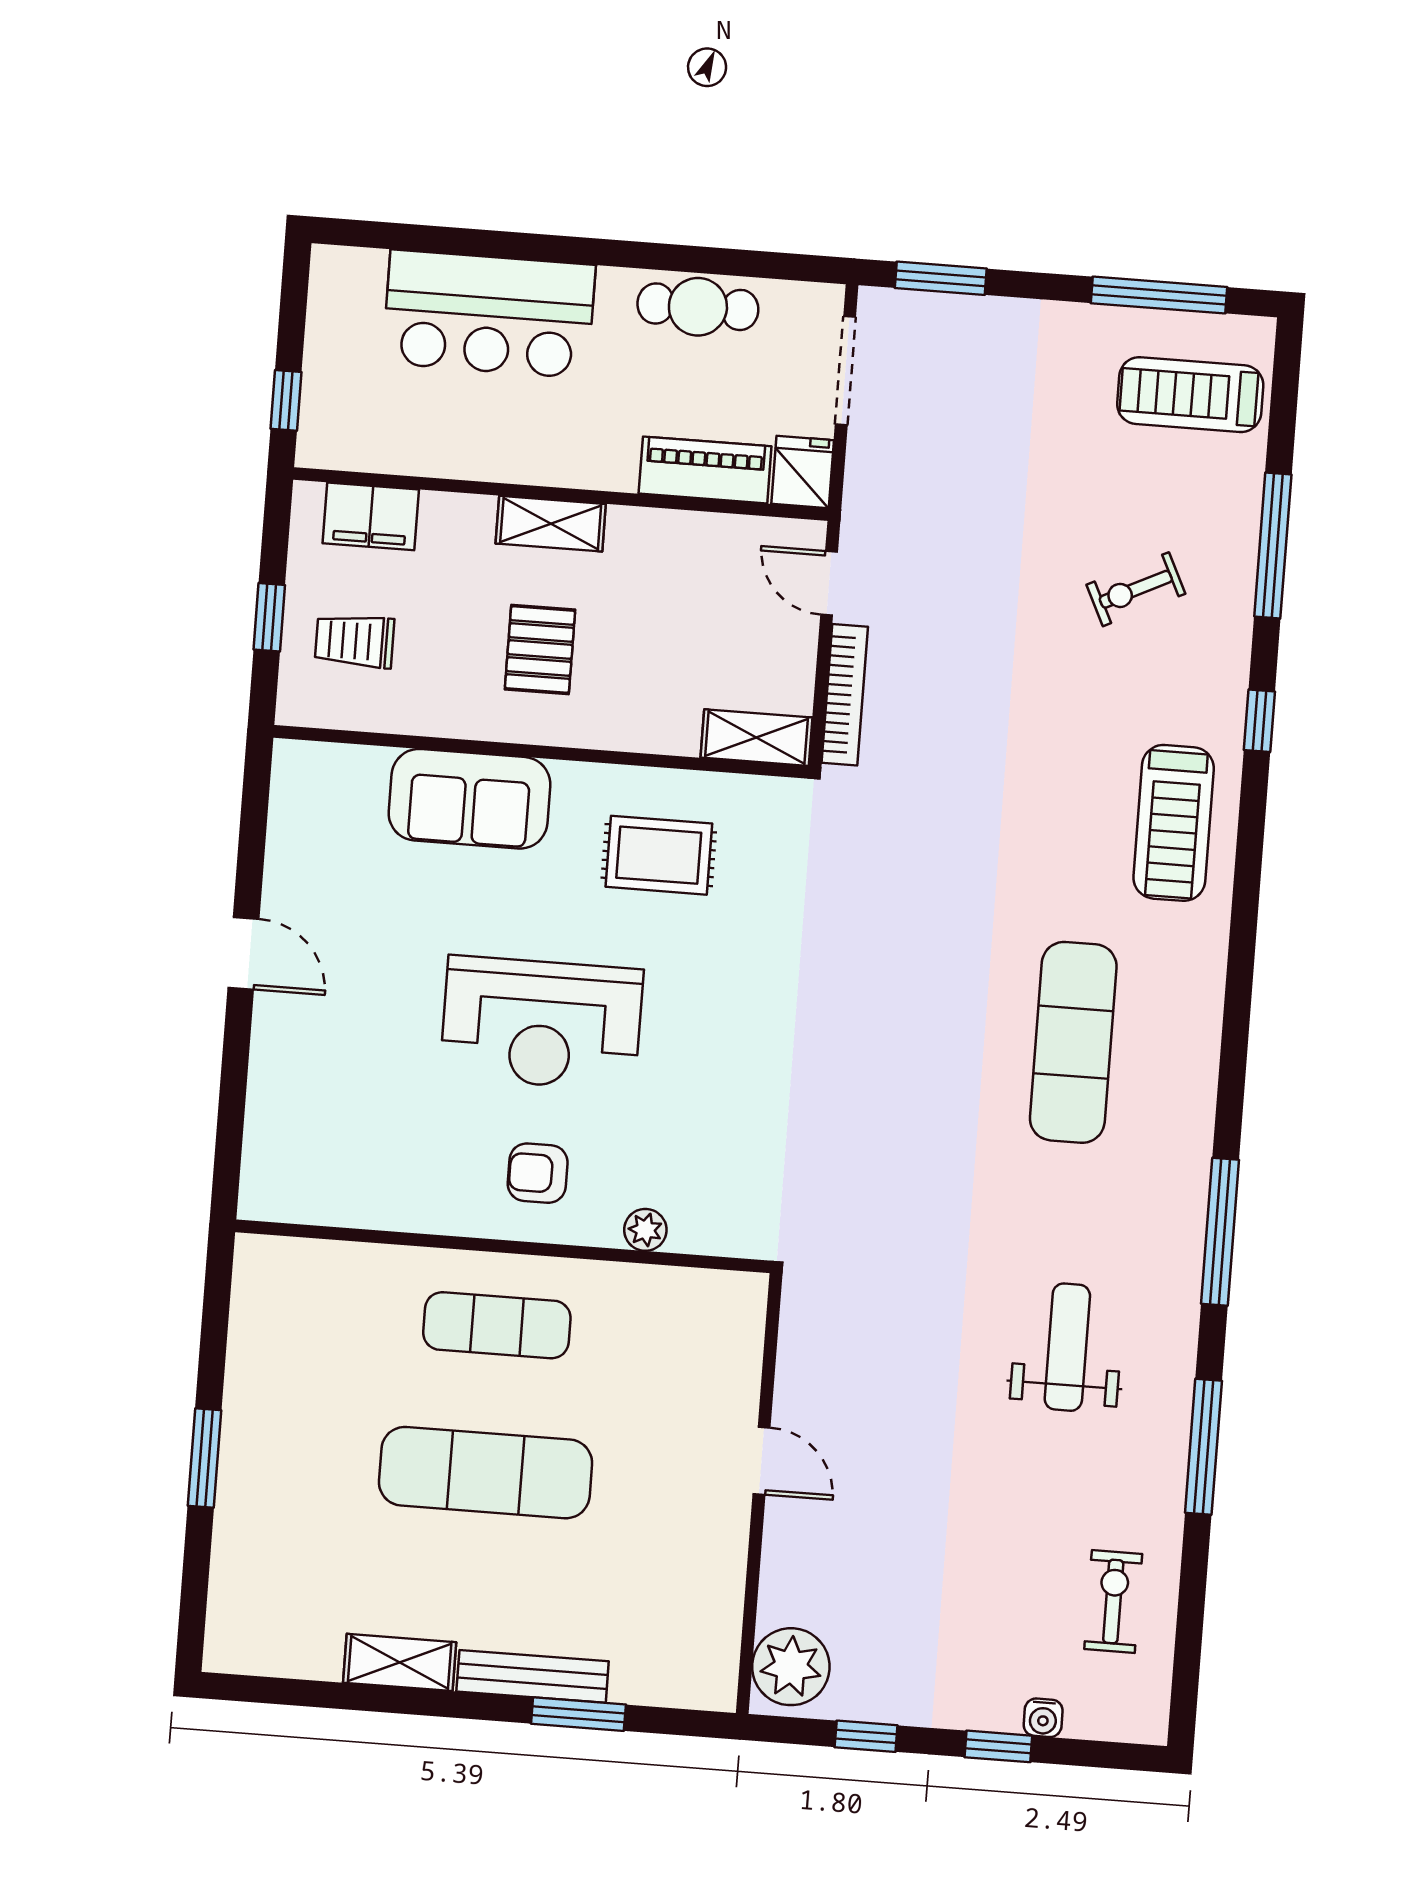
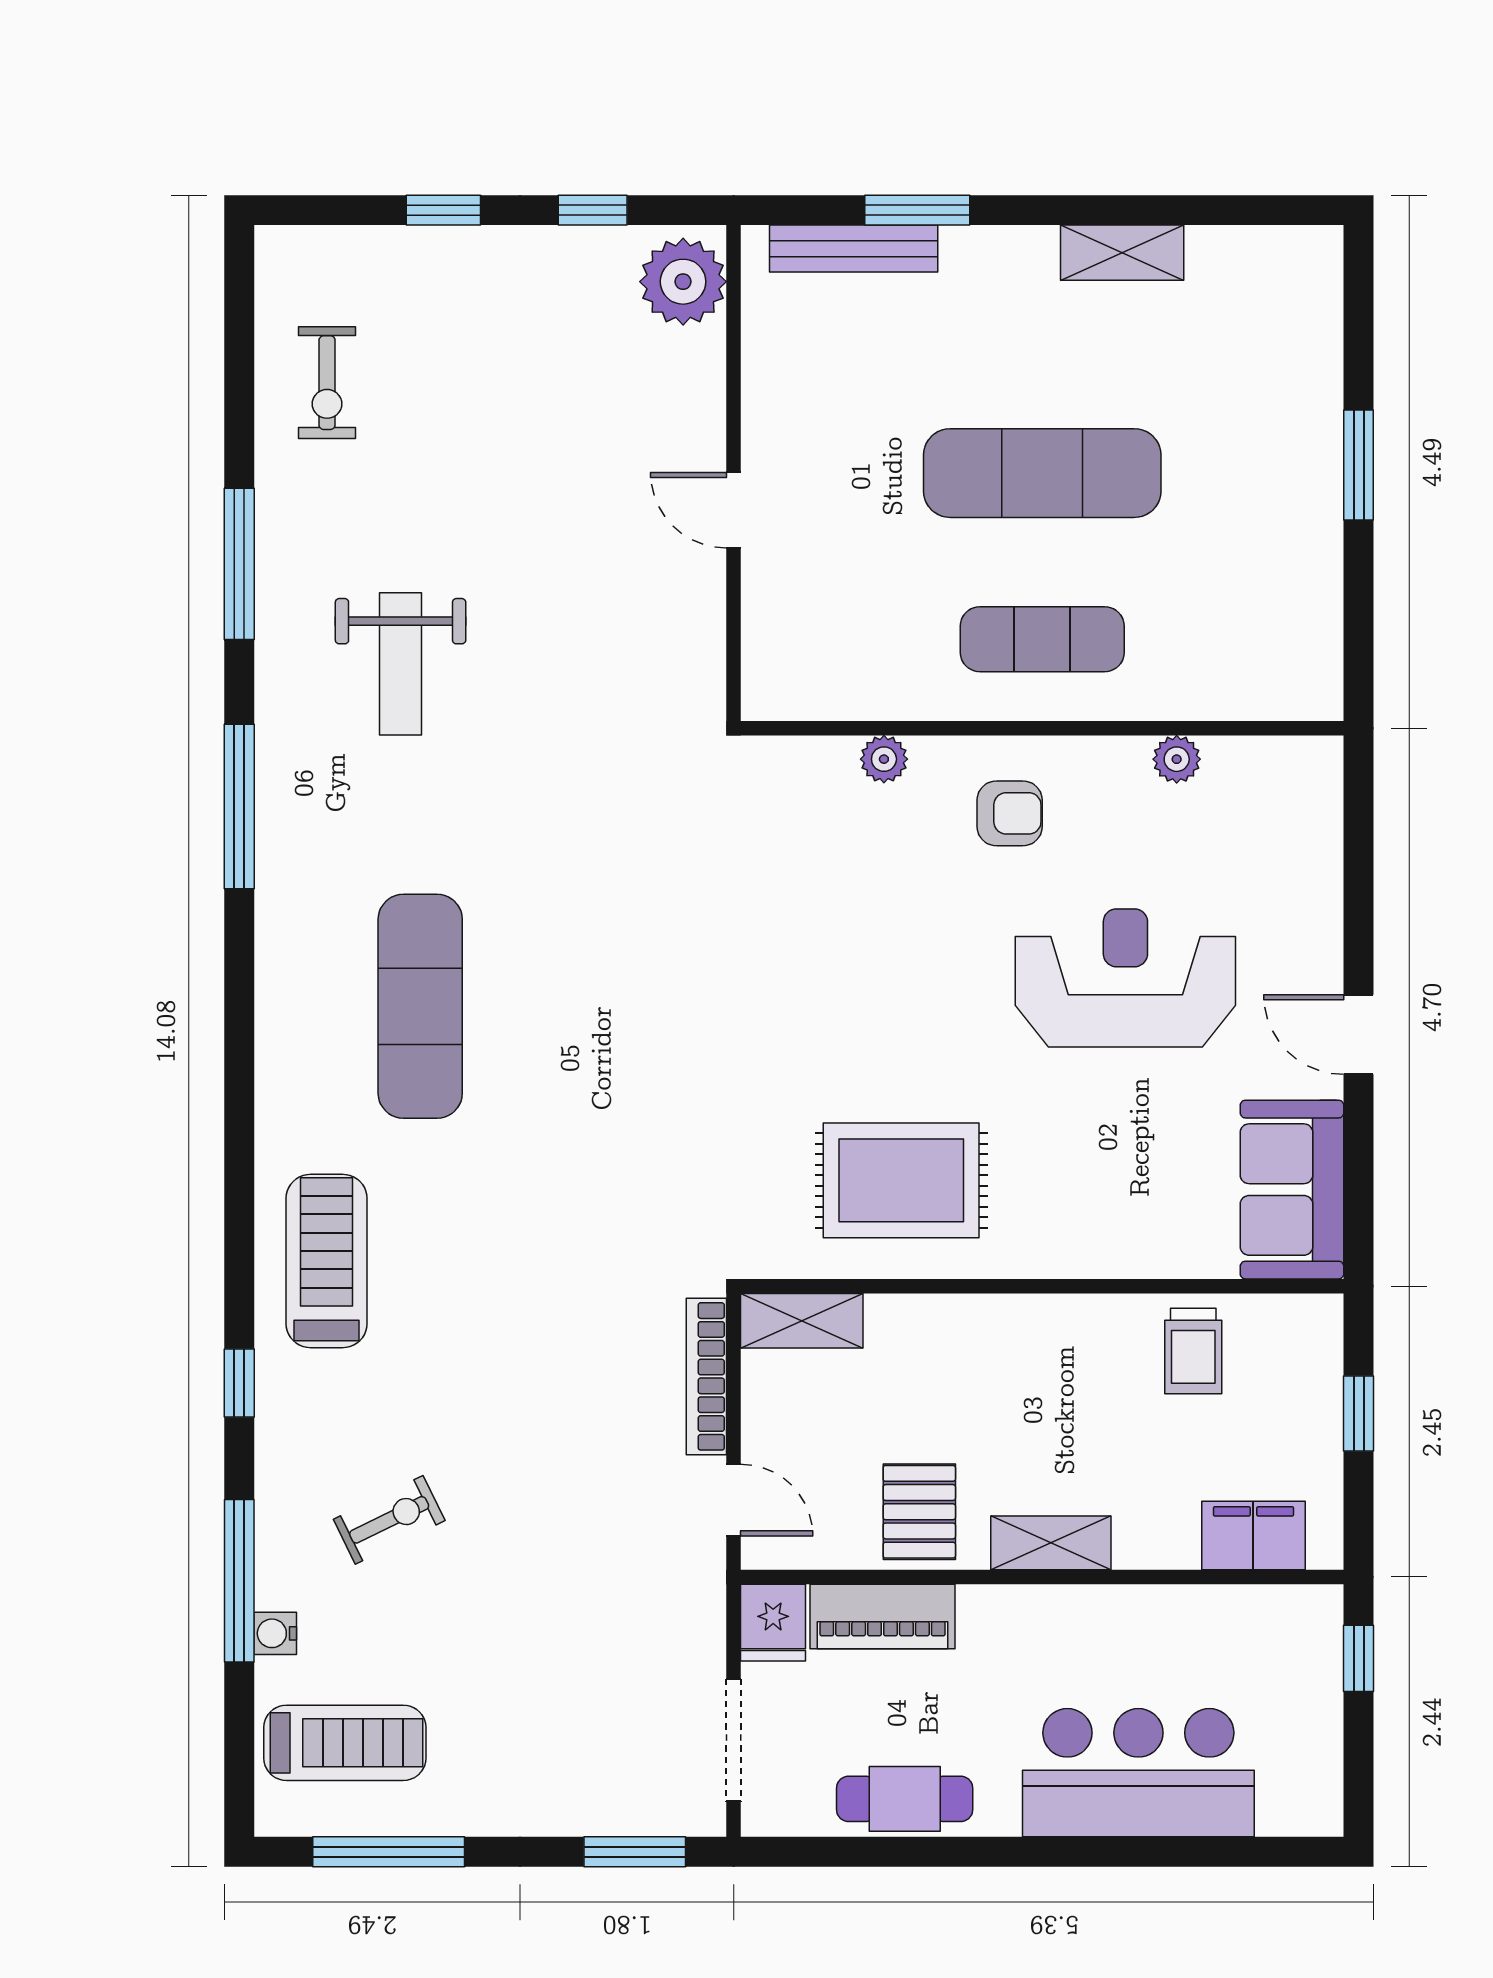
trolley: (355, 641) -> (1193, 1351), moved, turned 90
pallet: (540, 650) -> (919, 1512), moved
sofa: (469, 799) -> (1292, 1190), moved, turned -90
rug: (659, 855) -> (901, 1180), width x1.36, depth x1.43
reception desk: (542, 1023) -> (1125, 978), moved
plant: (386, 1210) -> (1177, 759), added
bench: (533, 1676) -> (854, 249), moved
water cooler: (1043, 1718) -> (275, 1633), moved, turned -90

